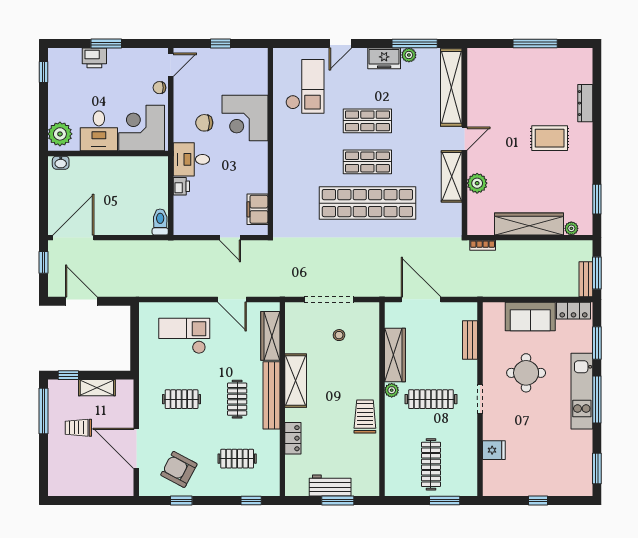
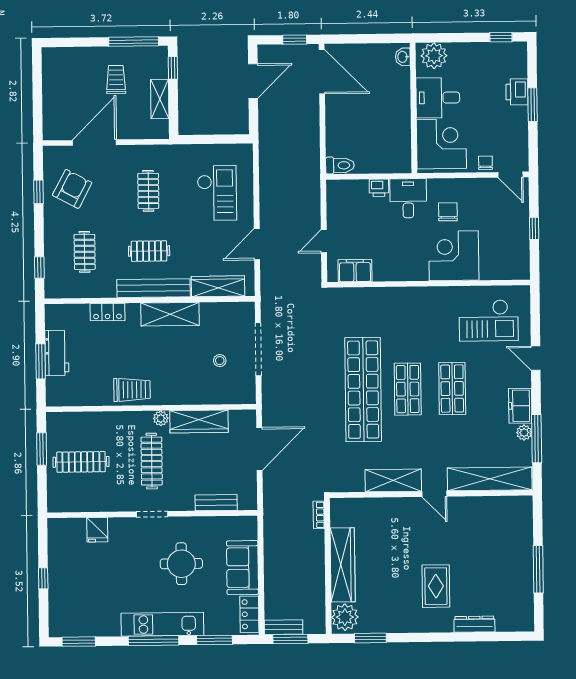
plant: (477, 183) -> (386, 508), removed
plant: (571, 228) -> (345, 617), width x1.87, depth x1.87
window: (445, 501) -> (42, 449), moved

